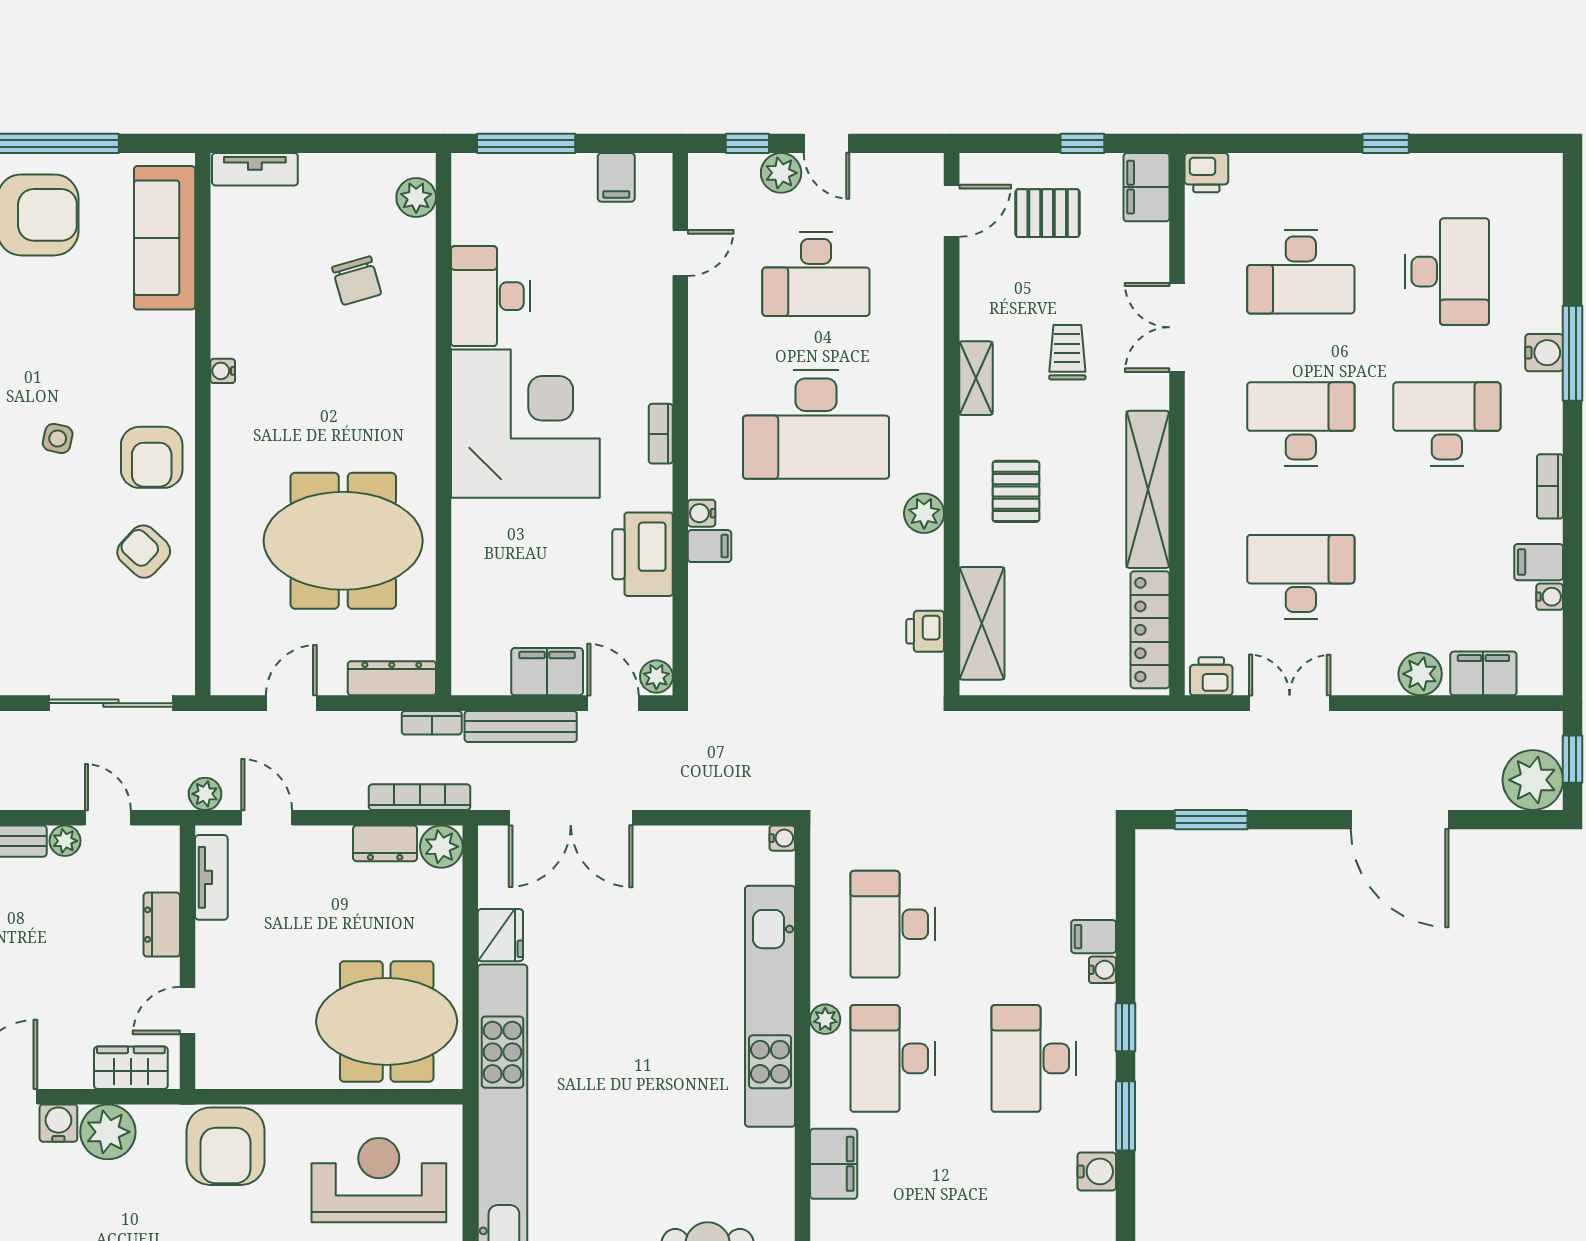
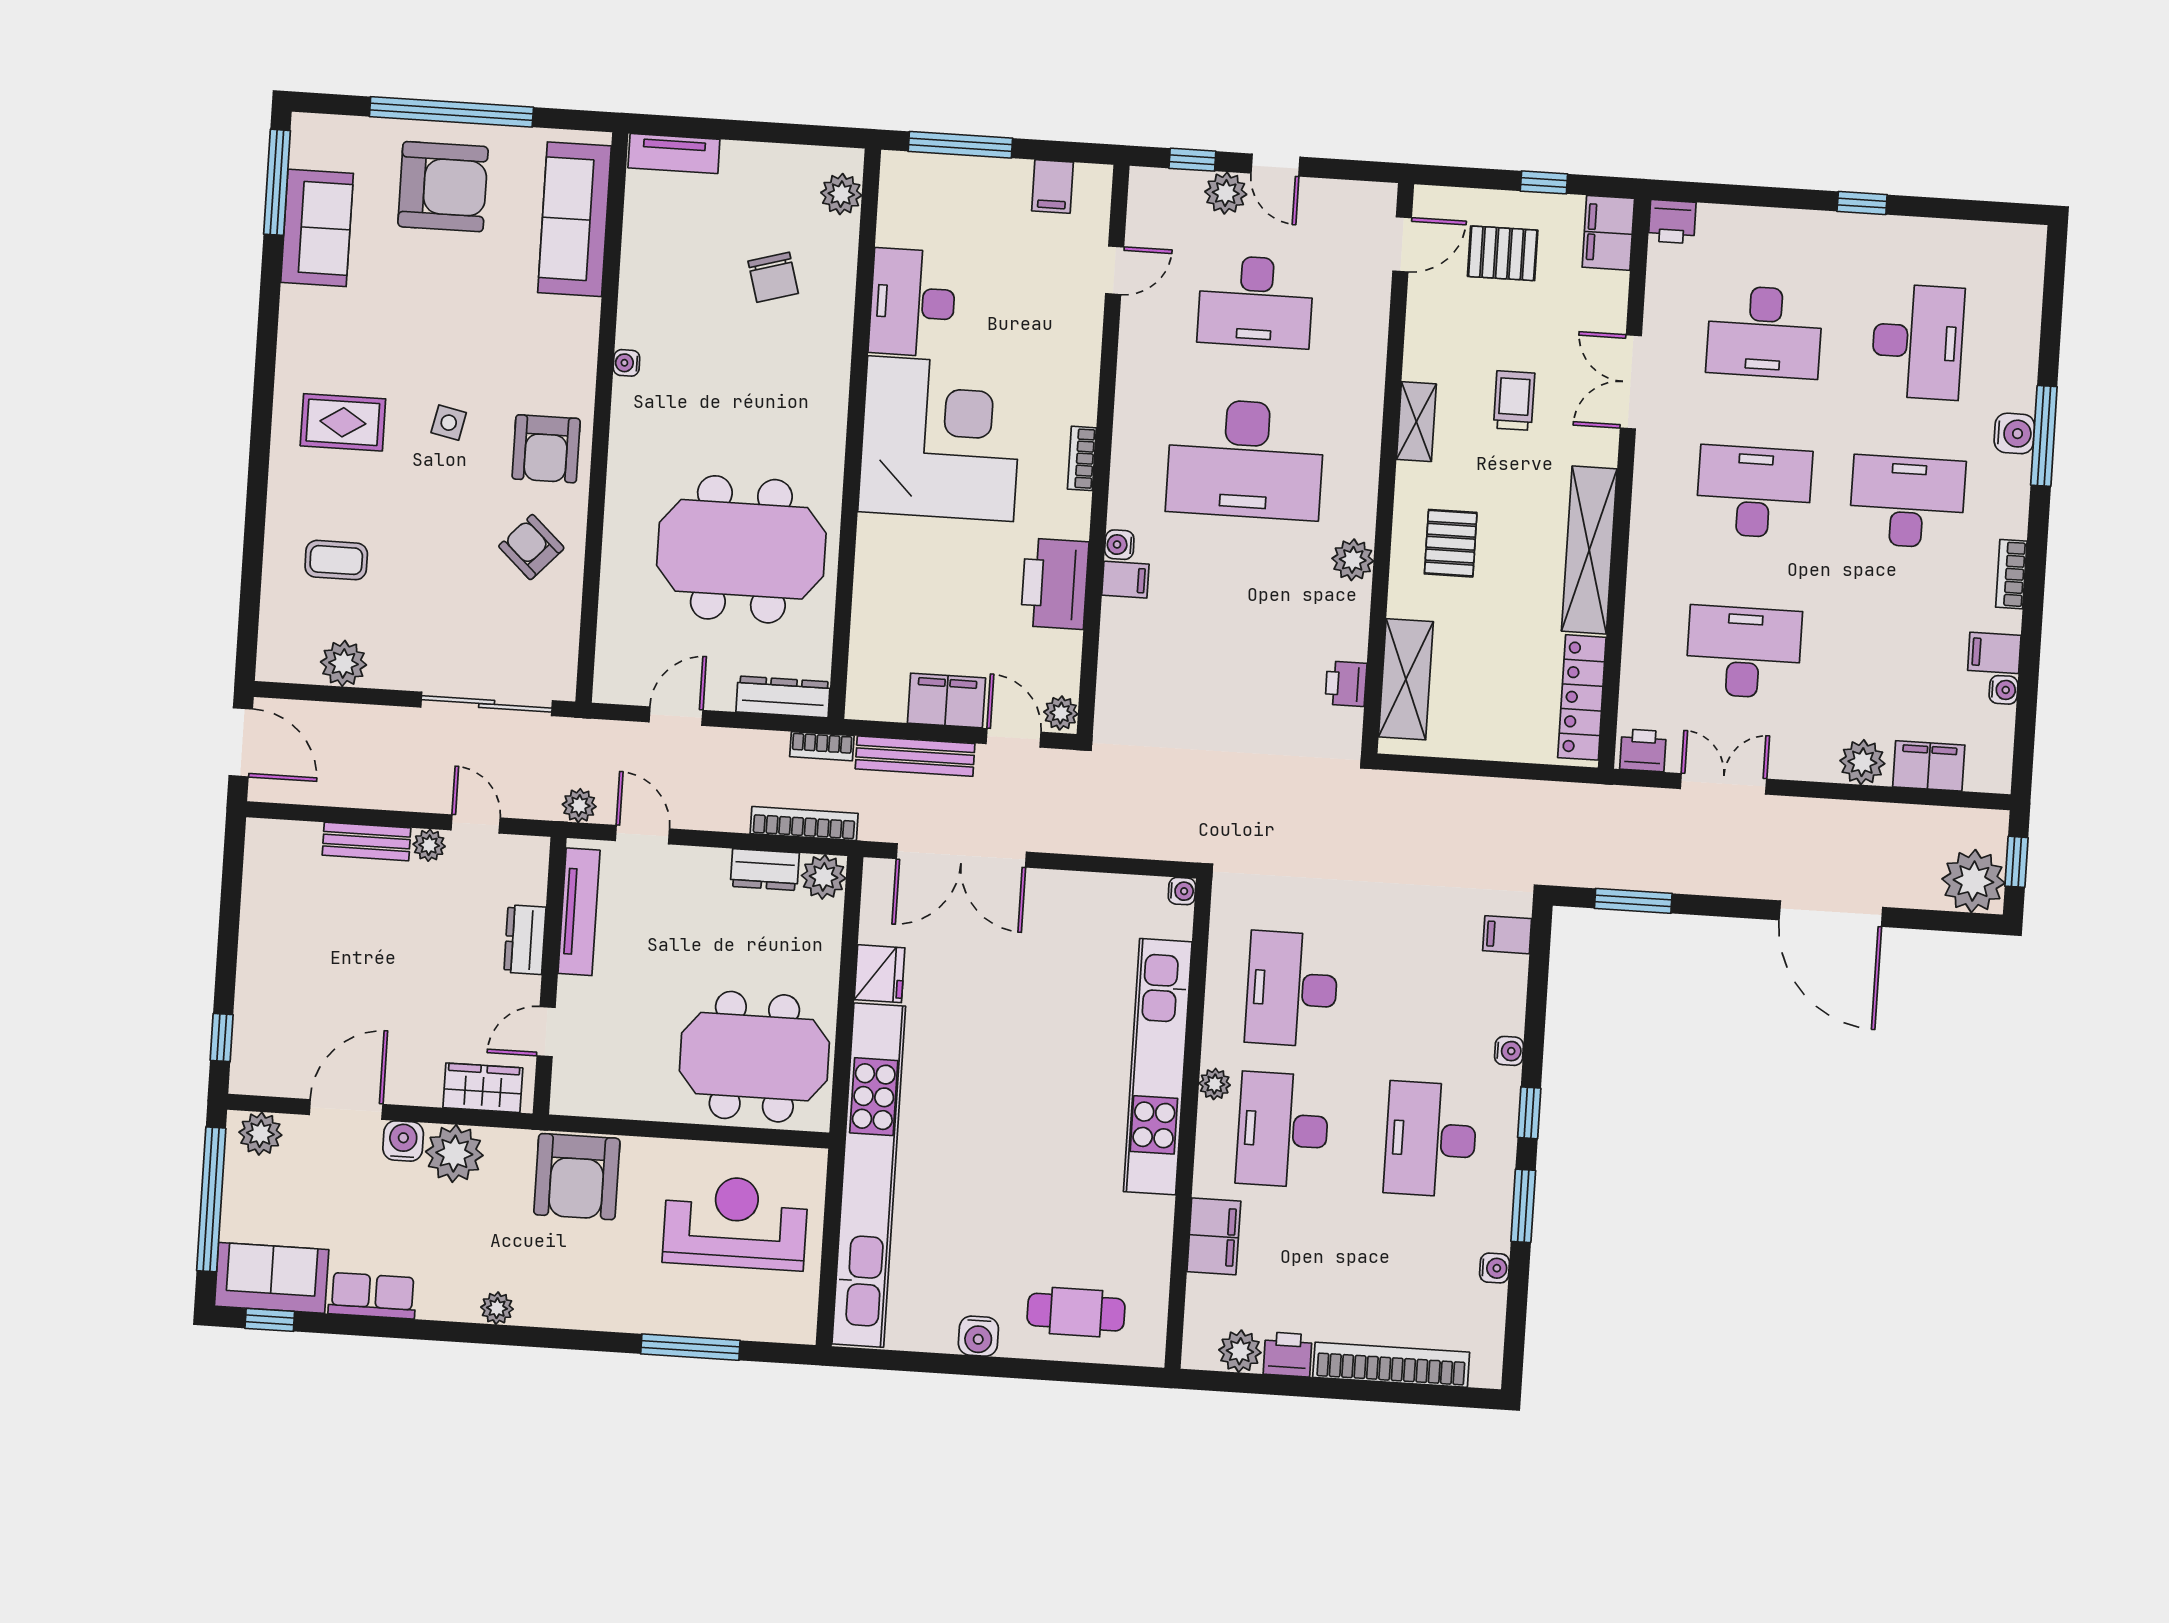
tv unit: (211, 877) -> (579, 912), width x1.41
filing cabinet: (1094, 937) -> (1507, 935), moved
water cooler: (1097, 1171) -> (1494, 1268), width x0.72, depth x0.72

